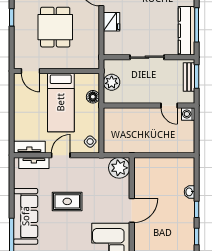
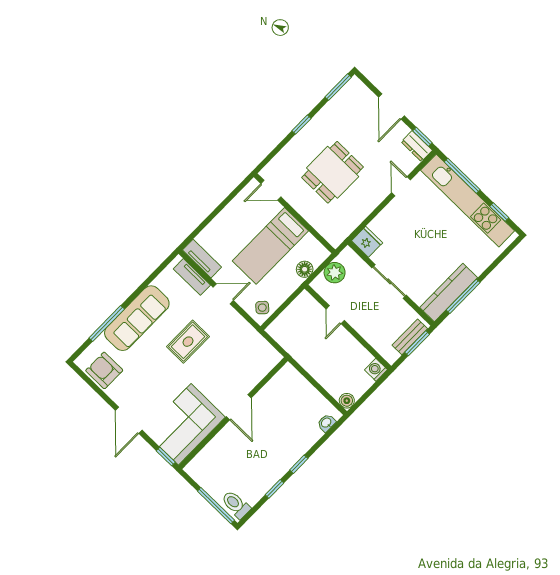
fridge: (111, 22) -> (367, 242), moved, turned -90
door: (31, 71) -> (271, 190), hinge flipped
door: (169, 106) -> (335, 315), moved
boiler: (189, 147) -> (347, 401), added
plant: (119, 168) -> (265, 357), removed
washbasin: (189, 192) -> (326, 423), moved
rug: (67, 201) -> (188, 342), turned 90
door: (132, 210) -> (239, 407), hinge flipped

